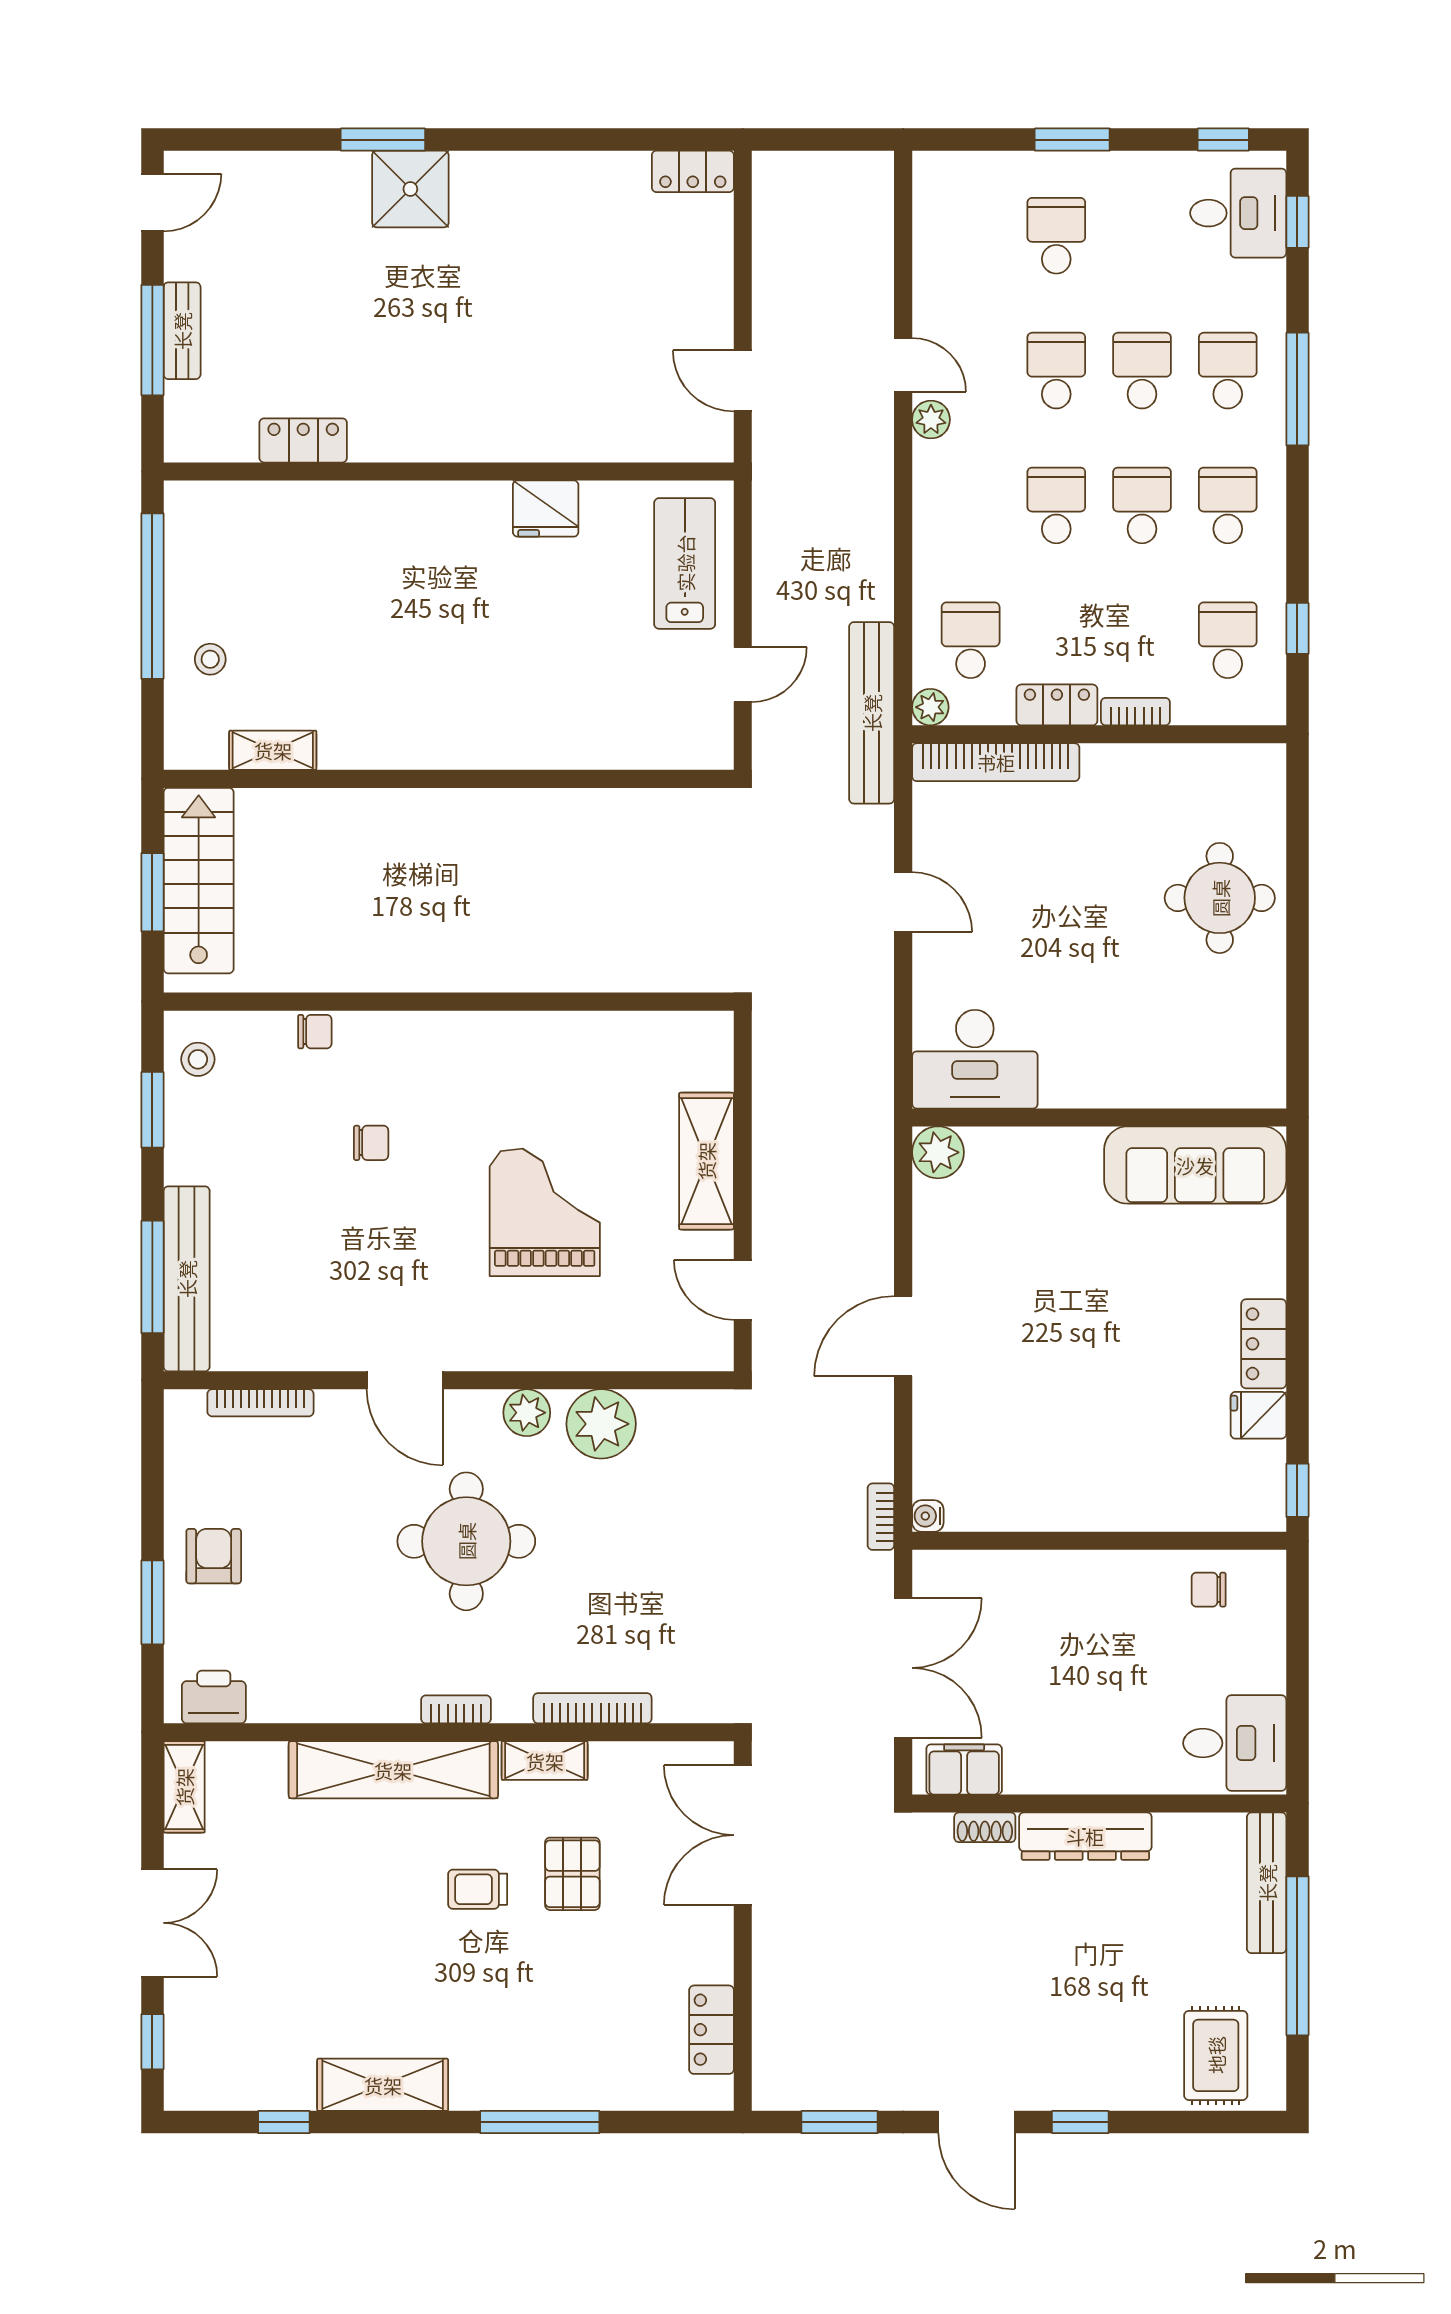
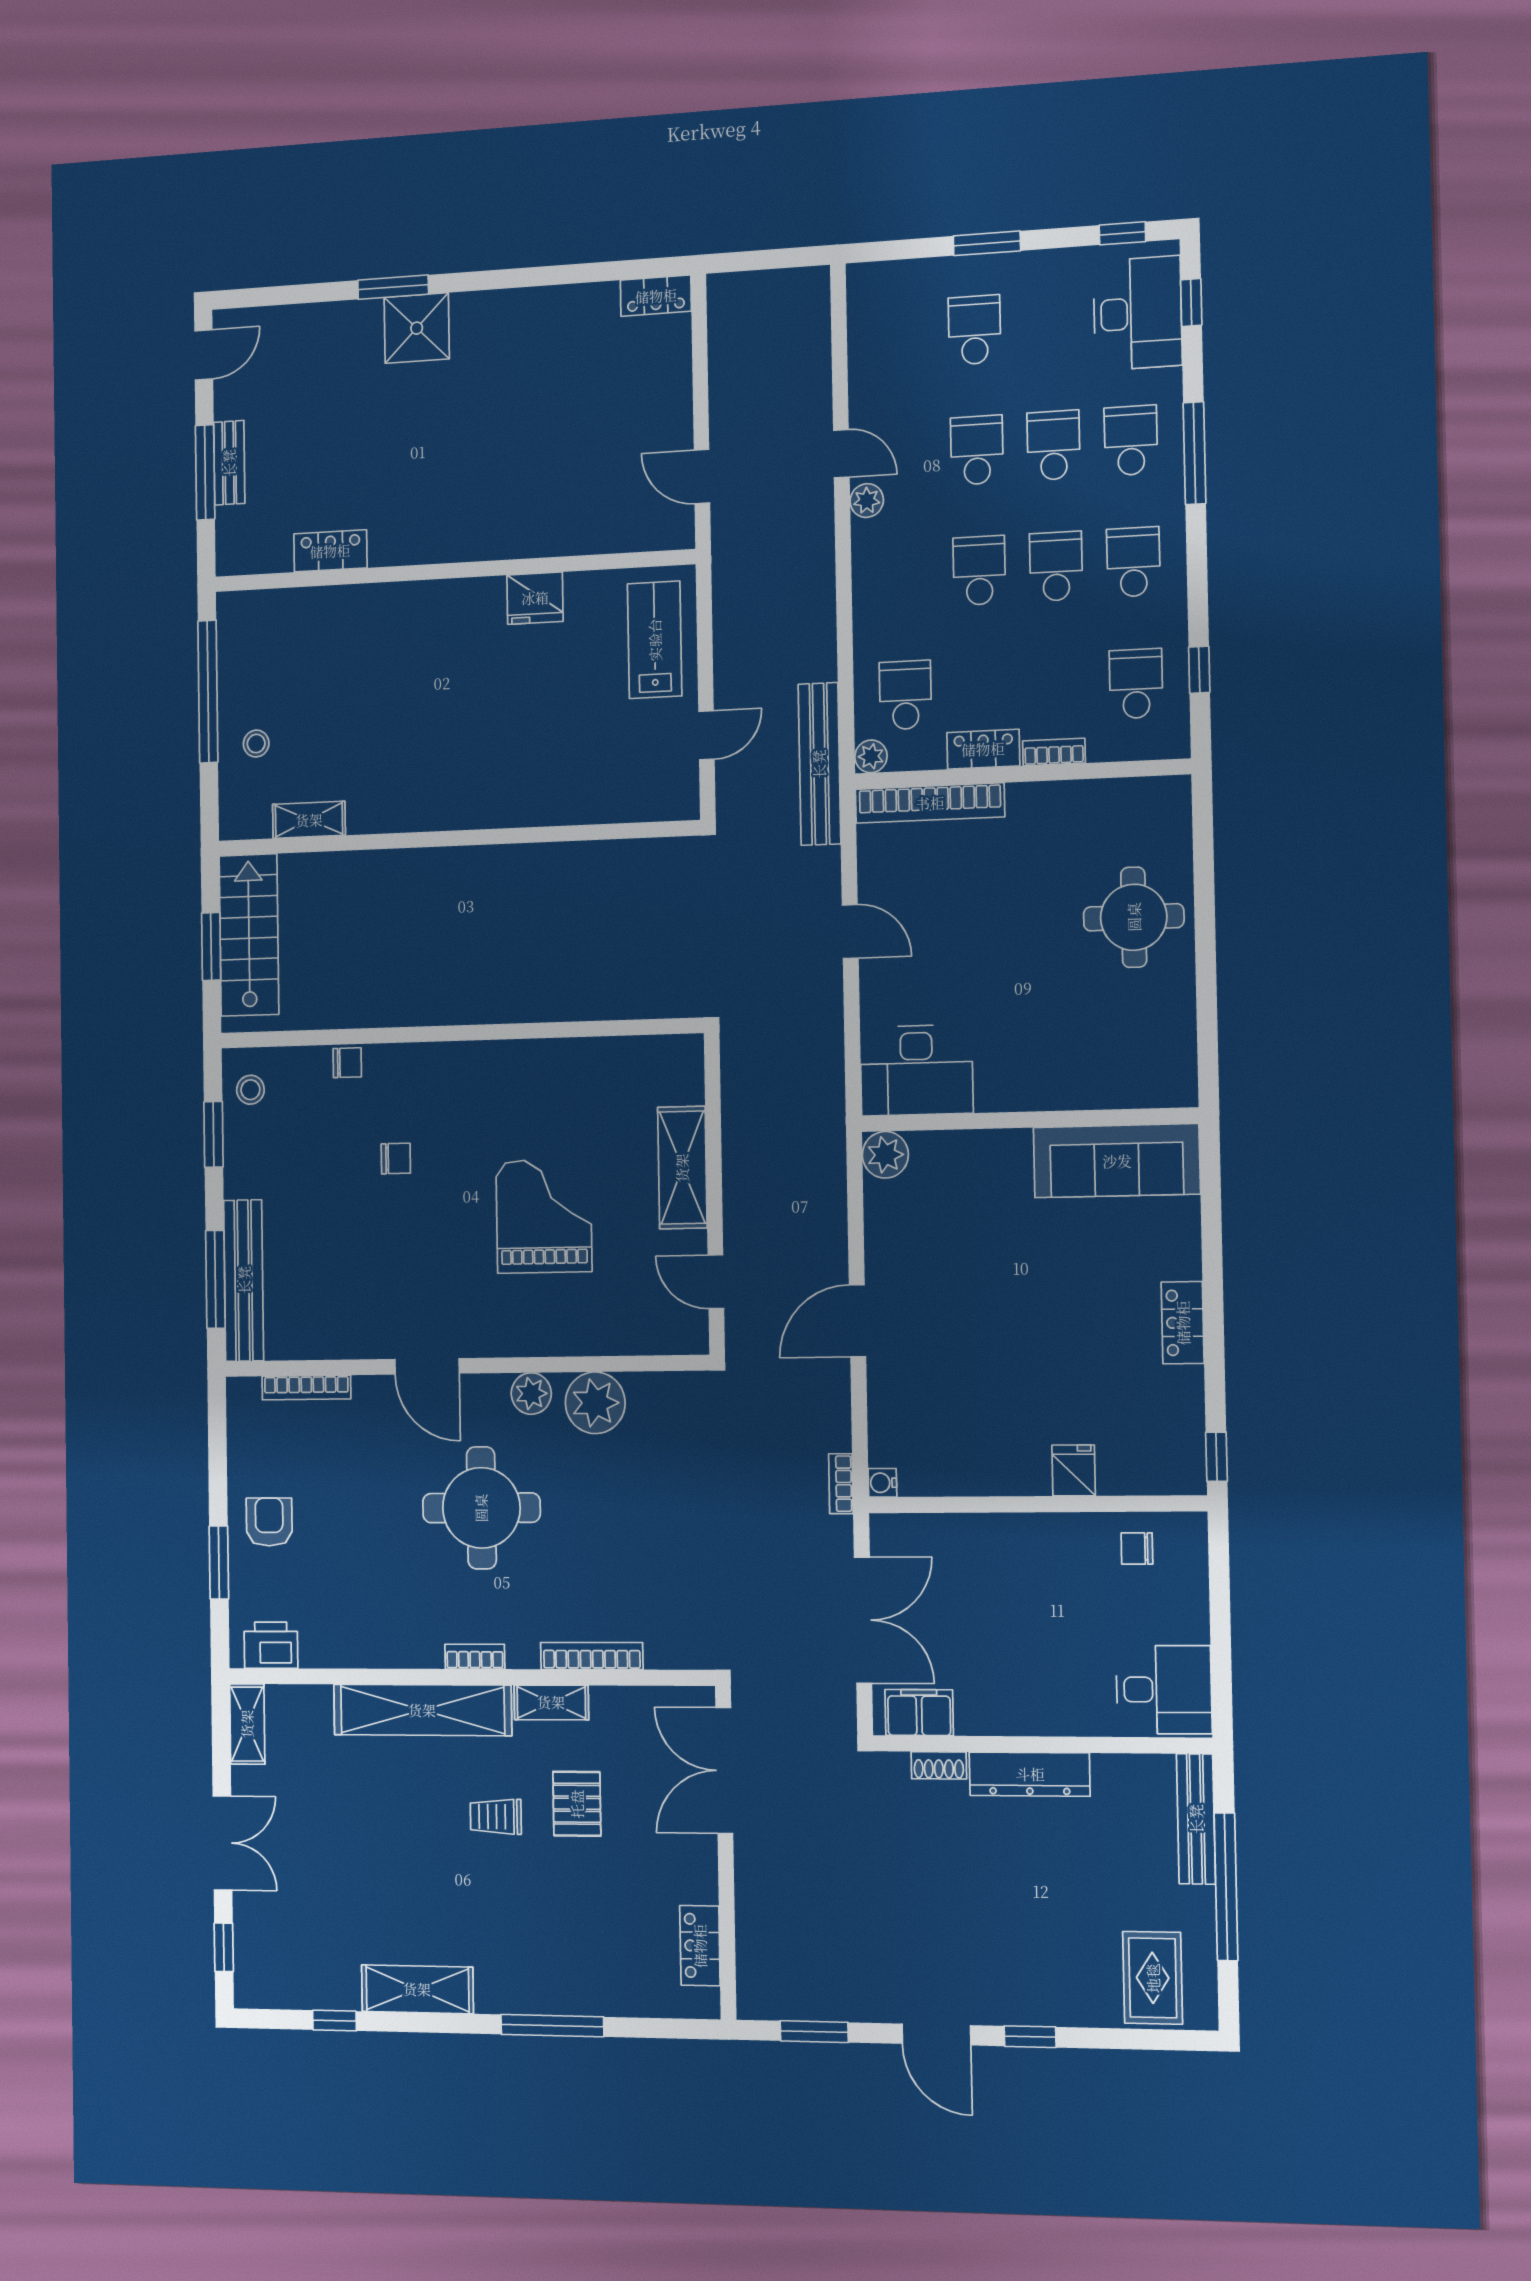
desk: (1238, 213) -> (1138, 313), width x1.37
fridge: (1258, 1415) -> (1074, 1470), moved, turned 90

